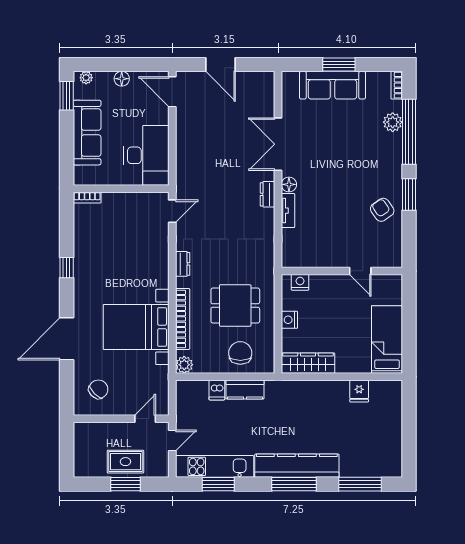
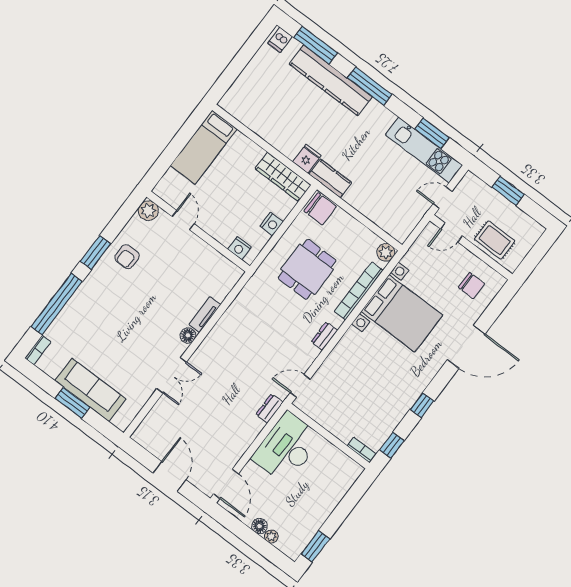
plant: (86, 78) -> (271, 536), moved
plant: (393, 122) -> (148, 211), moved
sofa: (87, 133) -> (321, 503), removed
double door: (278, 144) -> (172, 375), width x0.73
dresser: (267, 194) -> (269, 408), moved, turned 180
armchair: (382, 210) -> (127, 257), turned 35
window: (67, 219) -> (392, 445), added
dining table: (235, 306) -> (307, 269), turned 90
chair: (240, 353) -> (320, 209), moved, turned -90
chair: (98, 389) -> (471, 286), turned -135
dishwasher: (217, 390) -> (280, 40), moved, turned 180
kitchen counter: (245, 390) -> (330, 178), moved
fridge: (359, 391) -> (307, 159), moved
rug: (125, 462) -> (495, 240), moved
kitchen counter: (297, 466) -> (331, 80), moved

